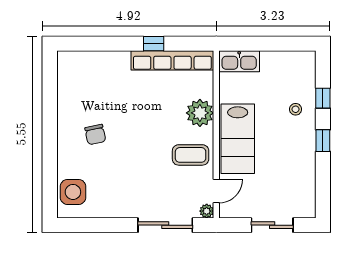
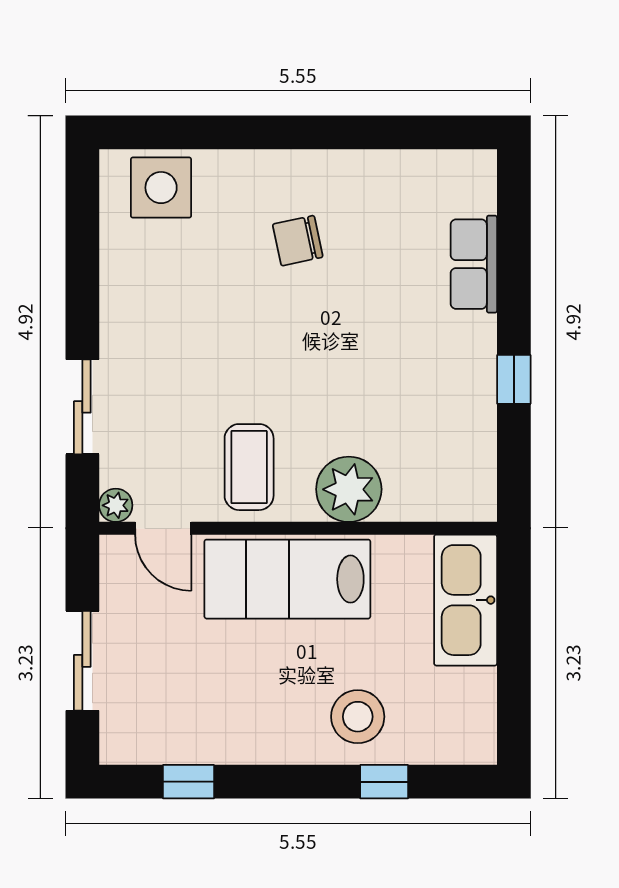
row of seats: (172, 60) -> (474, 264), moved, width x0.50
kitchen sink: (239, 61) -> (466, 600), width x1.36, depth x1.24
stool: (296, 109) -> (358, 717), width x1.89, depth x1.89
window: (323, 141) -> (188, 782), moved
sliding door: (165, 225) -> (82, 407), width x0.73

